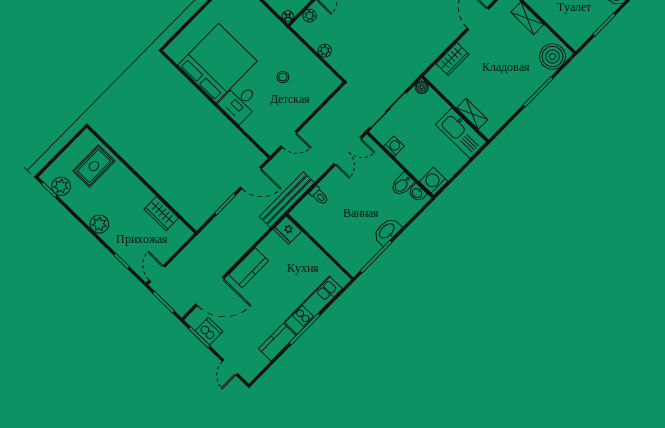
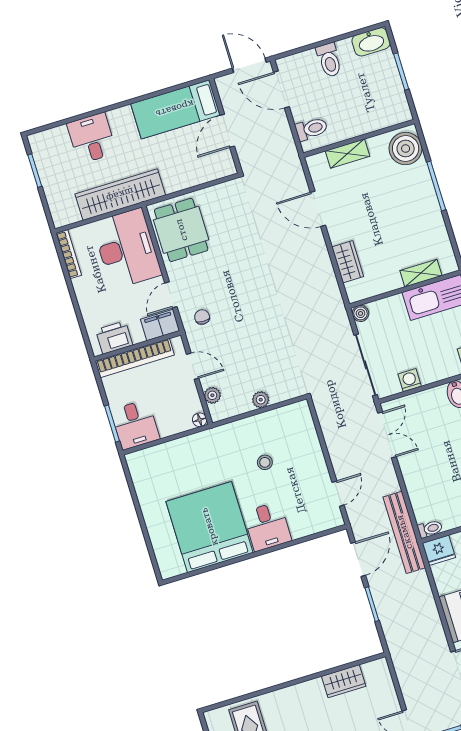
toilet: (319, 196) -> (430, 529), moved

